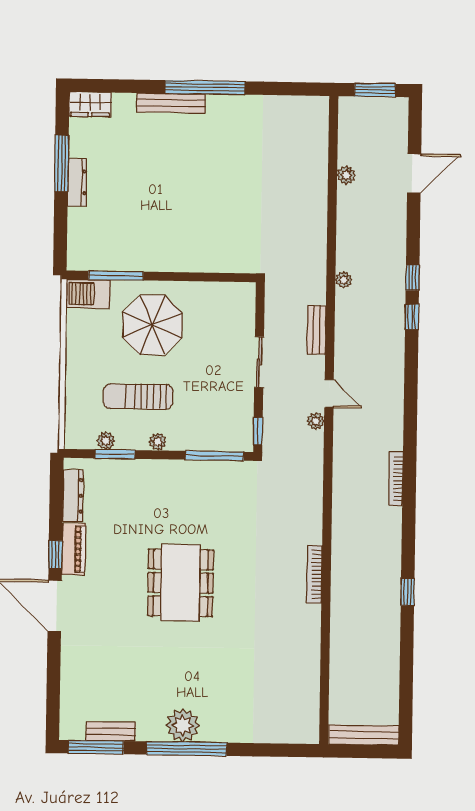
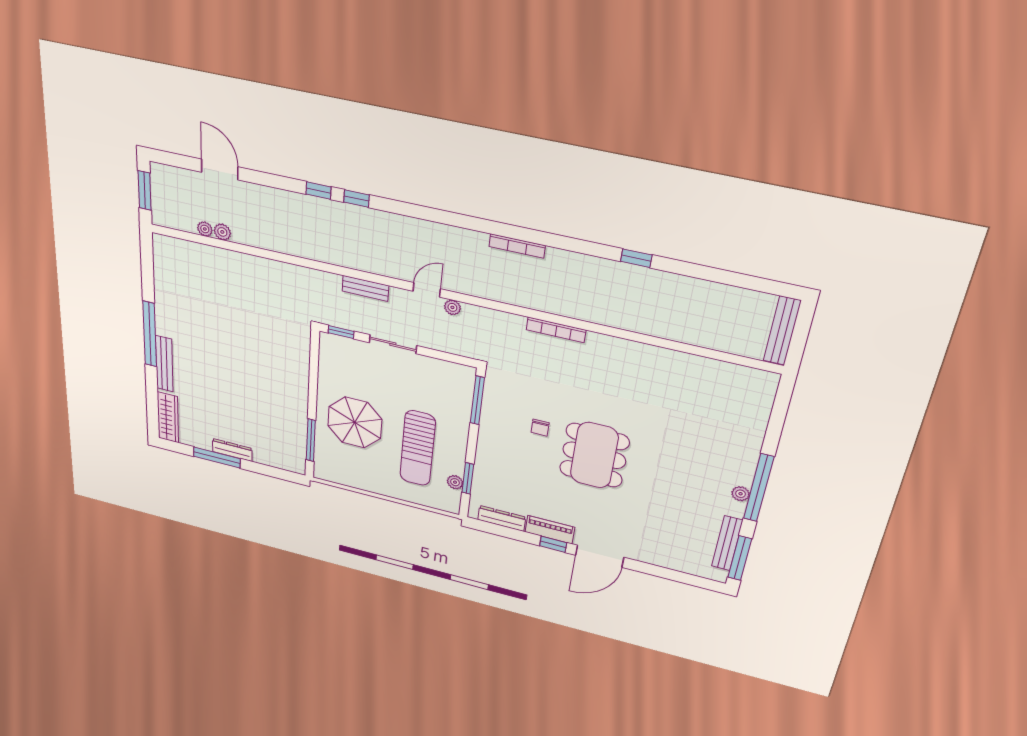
wardrobe: (90, 104) -> (168, 417), width x1.50
plant: (344, 280) -> (205, 229), moved
barbecue: (88, 294) -> (326, 465), removed
sun lounger: (138, 397) -> (418, 448), width x1.36, depth x1.34
window: (258, 431) -> (341, 332), moved
plant: (158, 442) -> (460, 443), removed
chair: (199, 524) -> (540, 428), added
bookcase: (314, 574) -> (556, 330), moved
dining table: (181, 583) -> (594, 455), turned 90
plant: (183, 725) -> (741, 494), width x0.53, depth x0.53
bench: (111, 731) -> (727, 543), width x1.36

